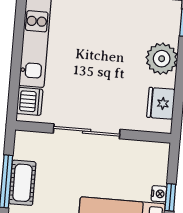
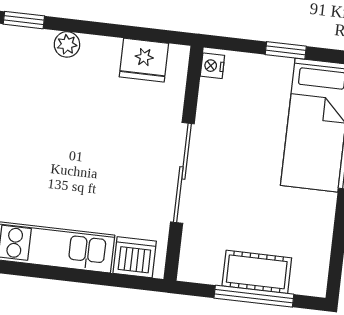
plant: (162, 59) -> (67, 44), width x0.53, depth x0.53
nightstand: (159, 194) -> (212, 66), moved, turned -90

